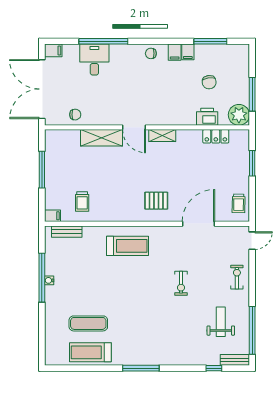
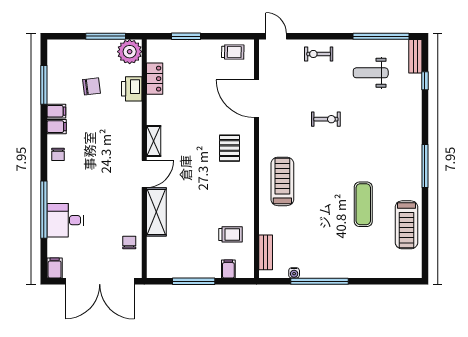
filing cabinet: (52, 216) -> (228, 269), moved
water cooler: (49, 280) -> (294, 273), moved
exercise mat: (88, 323) -> (363, 204), moved

